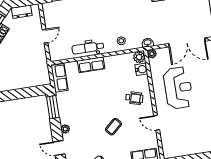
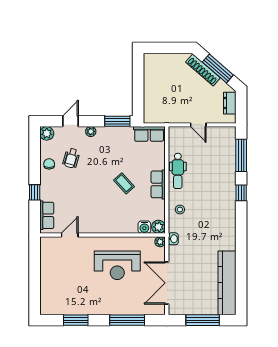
dental chair: (88, 48) -> (178, 171), turned 180
row of seats: (91, 65) -> (158, 184), moved
wheelchair: (134, 98) -> (71, 158), moved
door: (157, 123) -> (70, 235), moved
coffee table: (114, 127) -> (124, 183), moved

